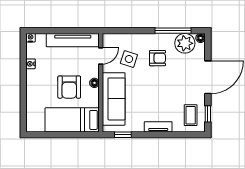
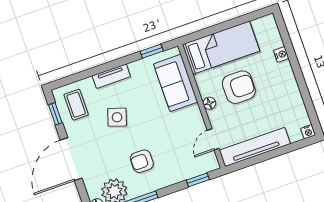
window: (122, 31) -> (198, 180), added
side table: (129, 59) -> (117, 117), moved
nightstand: (31, 64) -> (281, 54), moved
armchair: (69, 87) -> (239, 87), turned 90
sofa: (114, 99) -> (176, 83), width x0.73

